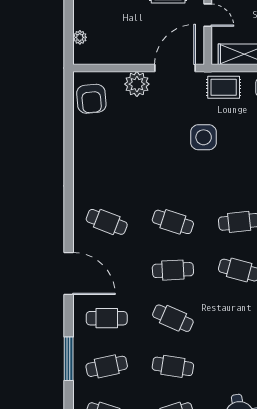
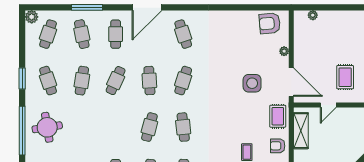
plant: (137, 84) -> (284, 51), width x0.53, depth x0.53
side table: (204, 137) -> (252, 83), moved
cafe table: (107, 222) -> (183, 34), turned -39

